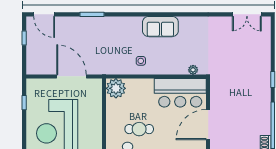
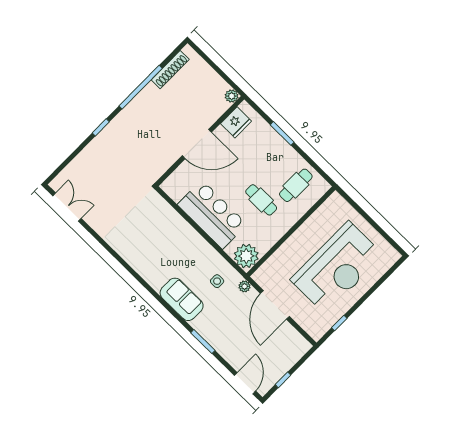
sofa: (160, 27) -> (182, 299), moved
side table: (141, 61) -> (217, 281), moved
plant: (193, 70) -> (245, 286), moved
bar counter: (180, 93) -> (212, 214), moved

